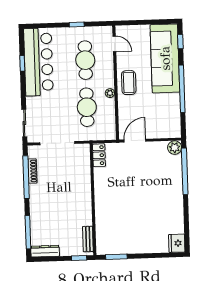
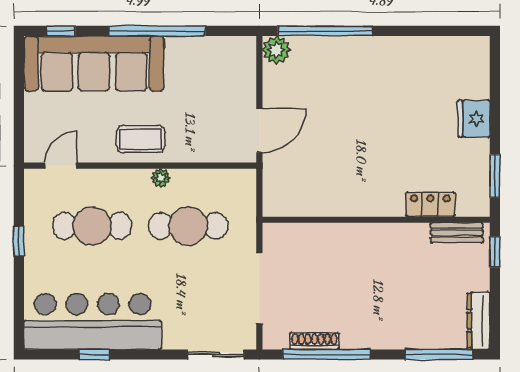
door: (135, 141) -> (259, 130), swing flipped
locker: (99, 155) -> (430, 204), moved
fridge: (177, 243) -> (474, 119), moved, turned 90

